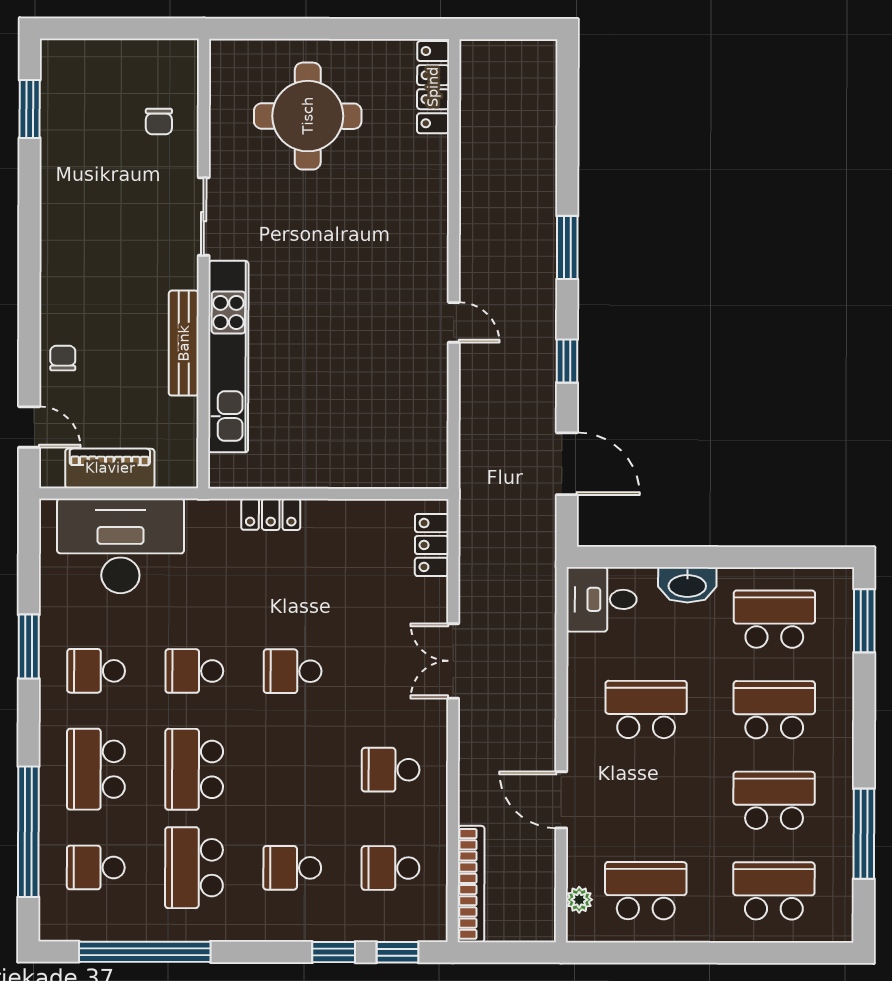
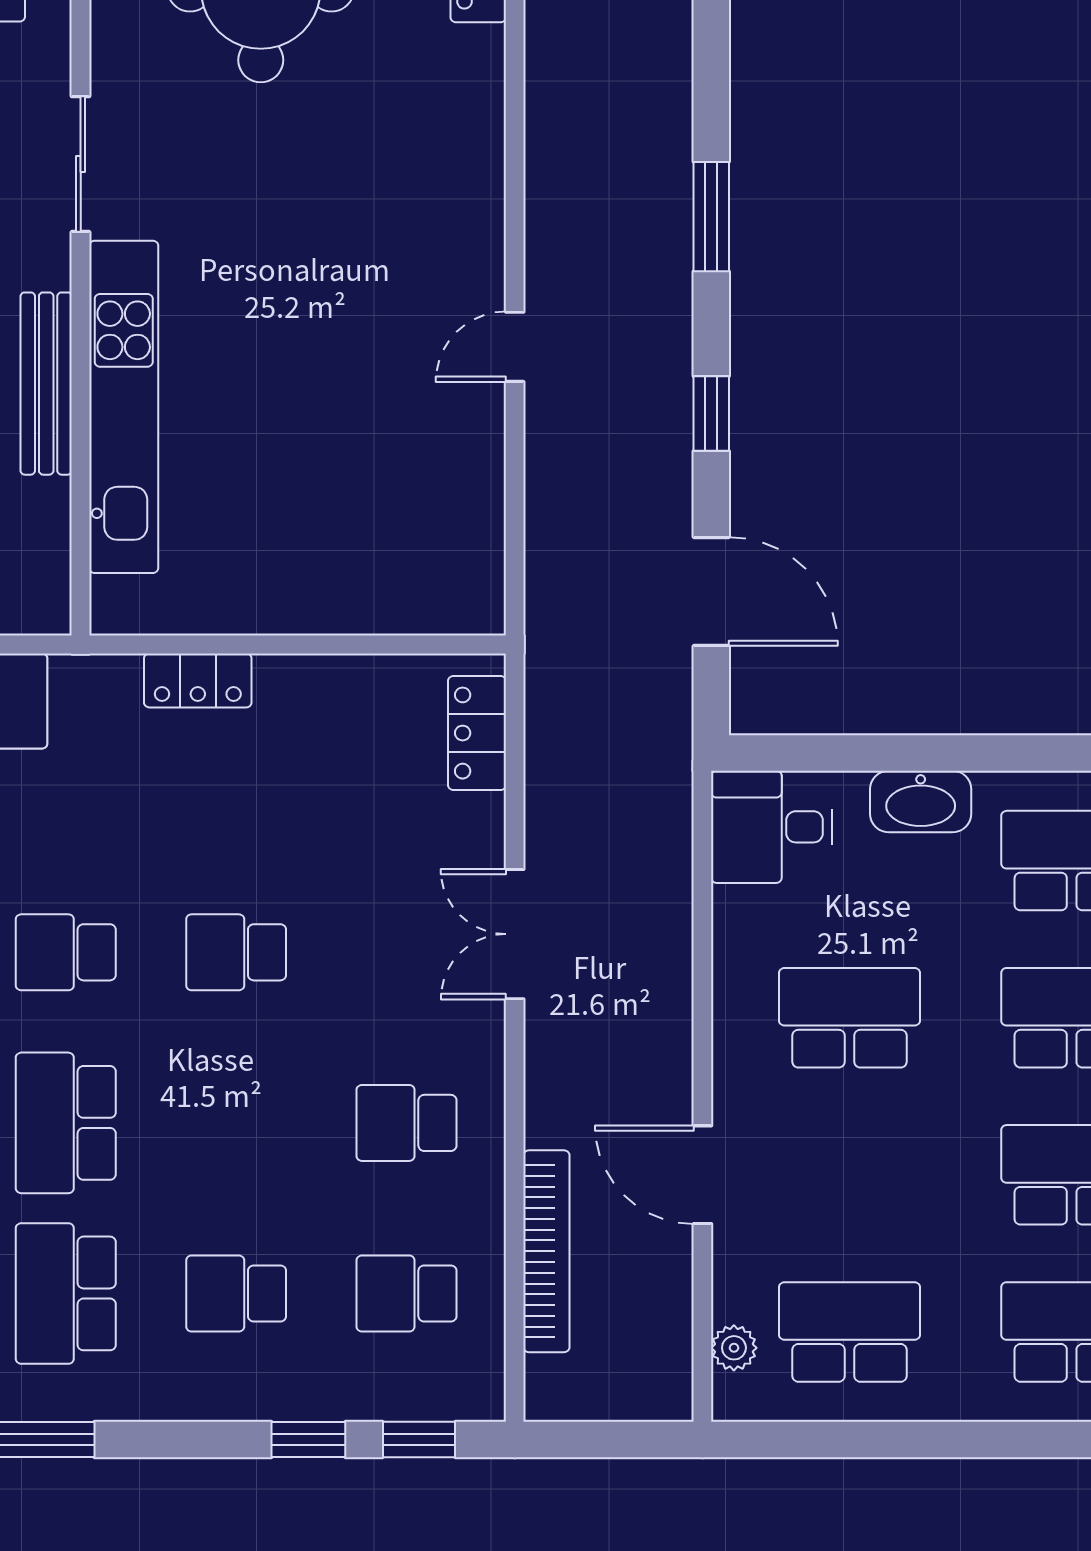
door: (454, 322) -> (515, 347), swing flipped
bookcase: (471, 884) -> (546, 1251), moved

